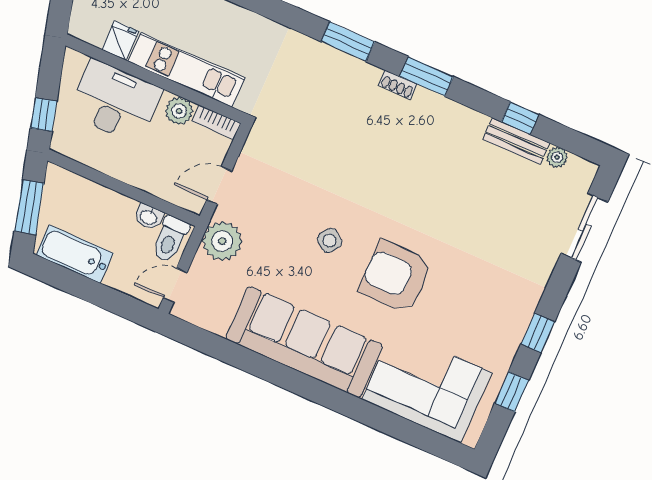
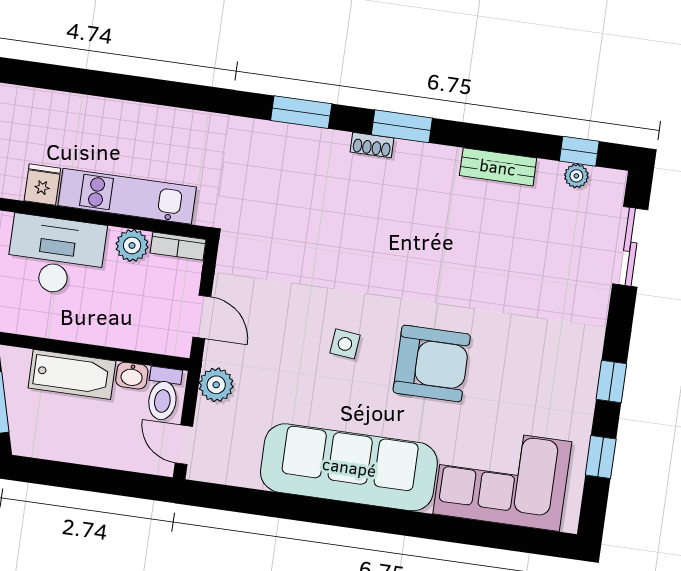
window: (520, 118) -> (579, 151), moved
bench: (516, 141) -> (498, 167), moved
door: (219, 185) -> (202, 317), swing flipped
plant: (222, 241) -> (216, 385), width x0.73, depth x0.73
side table: (330, 241) -> (345, 344), turned -32
bathtub: (75, 254) -> (72, 374), moved, turned 180
armchair: (396, 277) -> (432, 363), turned 180
door: (175, 285) -> (184, 445), hinge flipped

